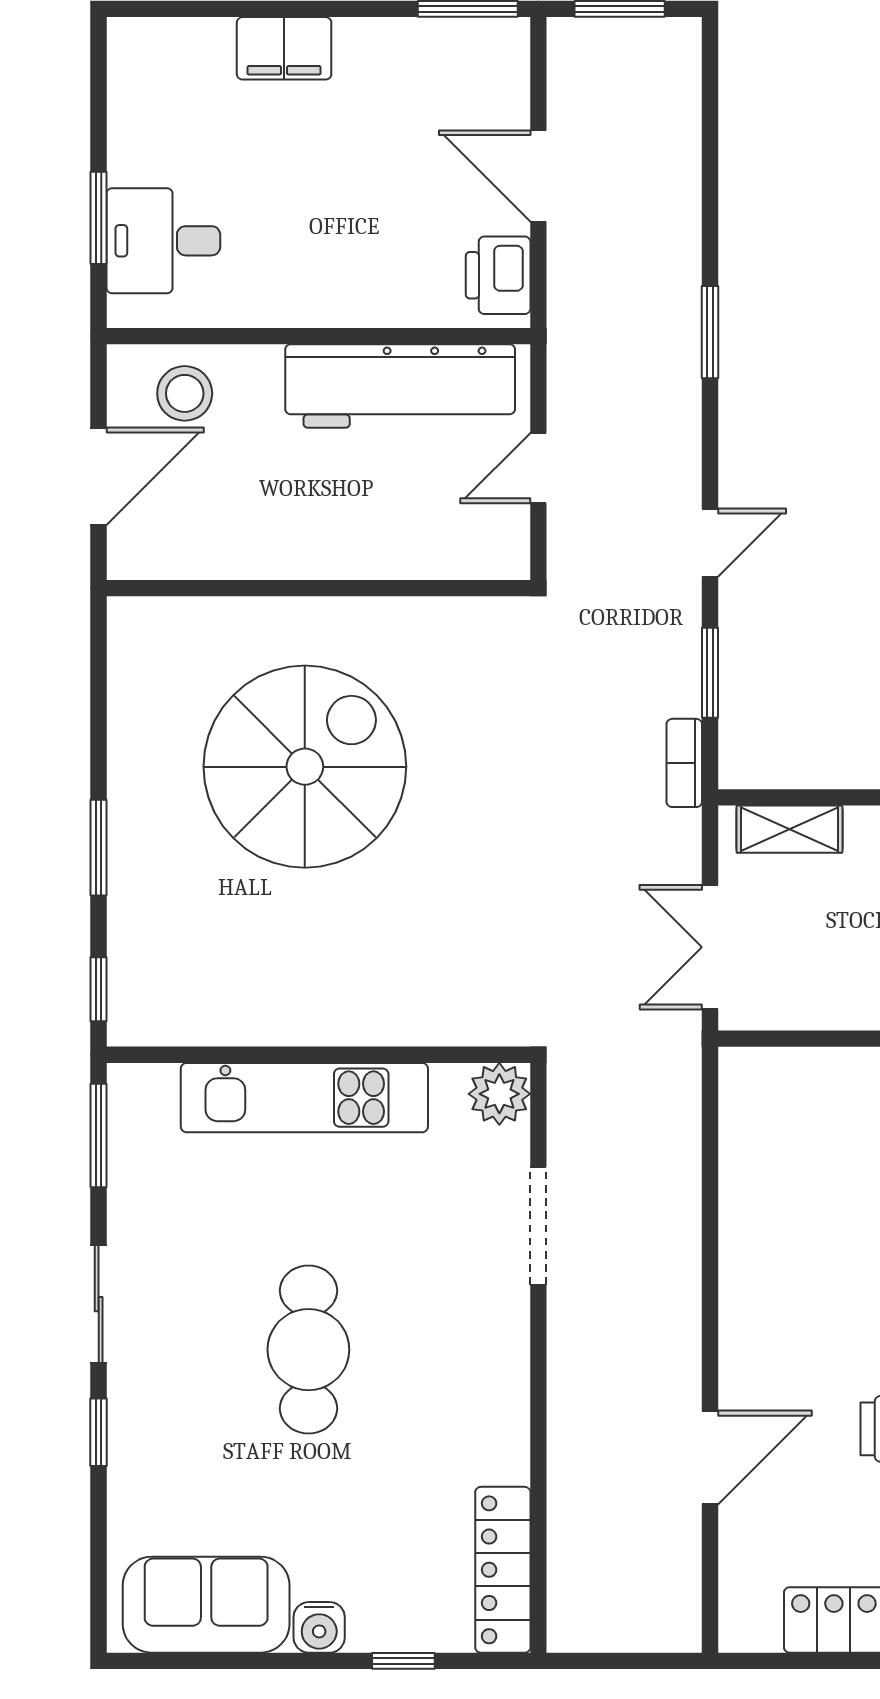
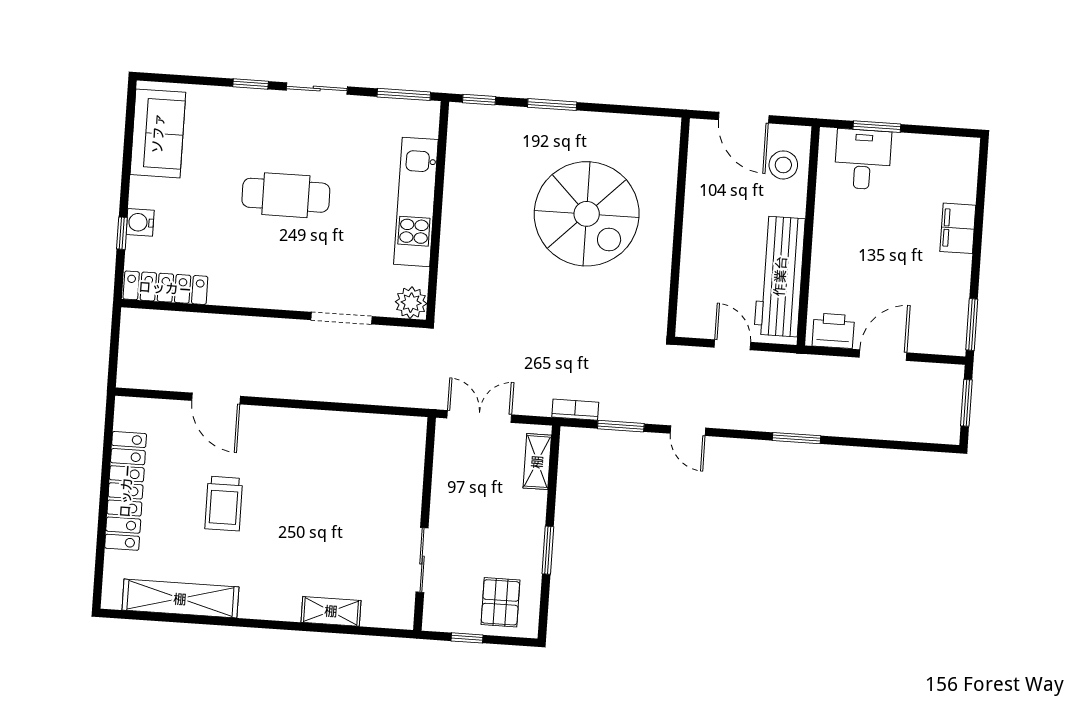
water cooler: (319, 1627) -> (140, 222), moved

